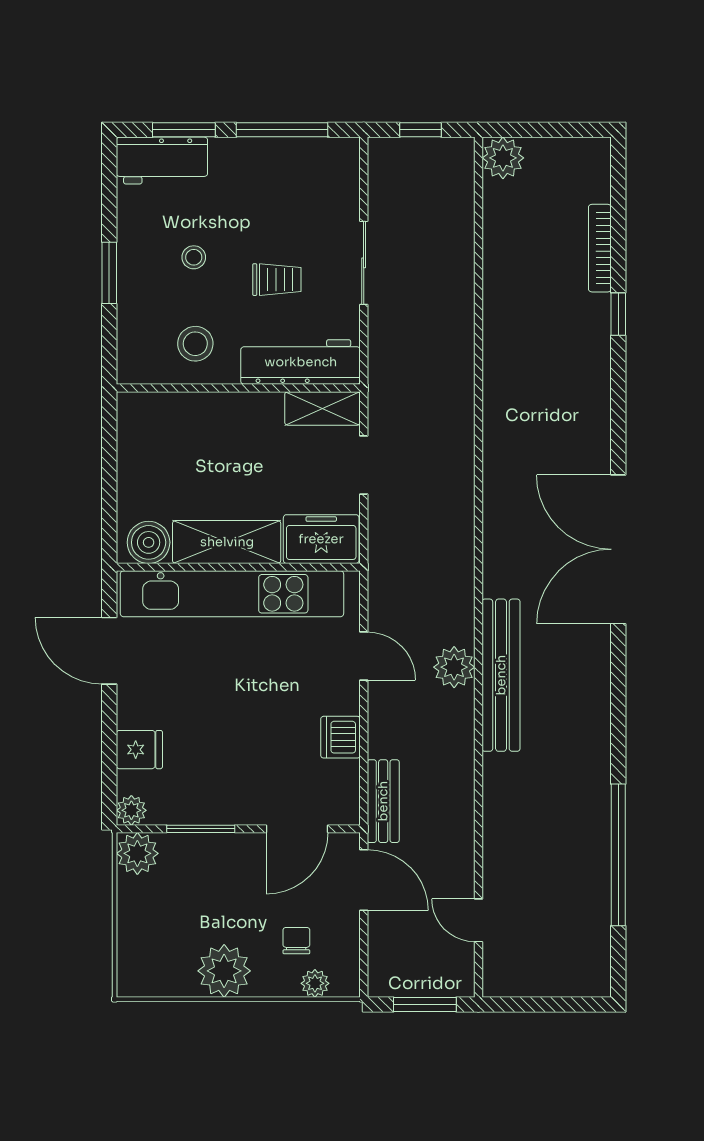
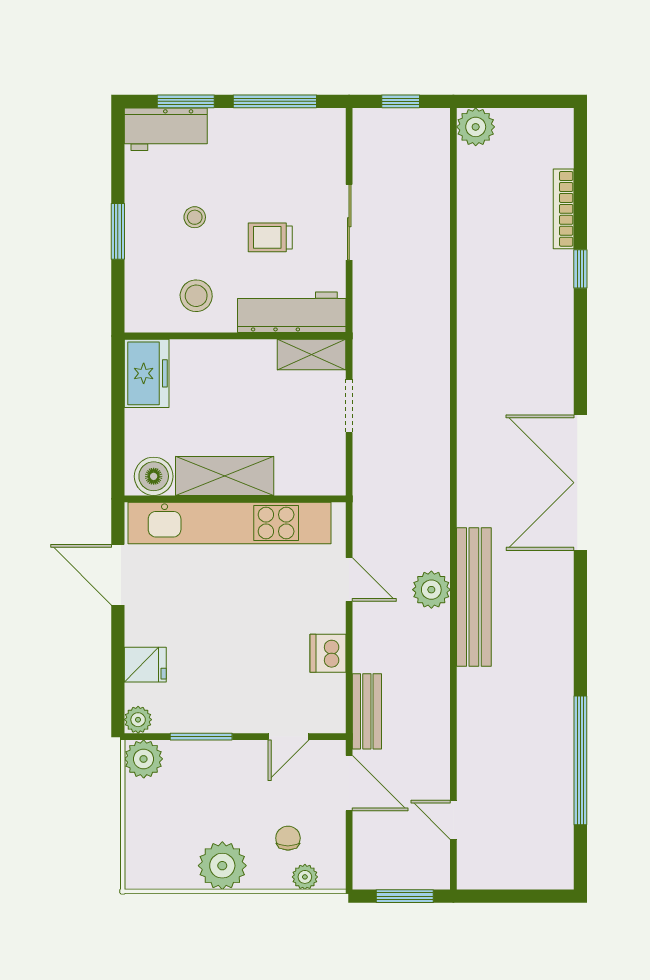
trolley: (277, 280) -> (270, 237), turned 180
freezer: (321, 539) -> (147, 373), moved, turned 90
door: (297, 829) -> (288, 737), width x0.73

